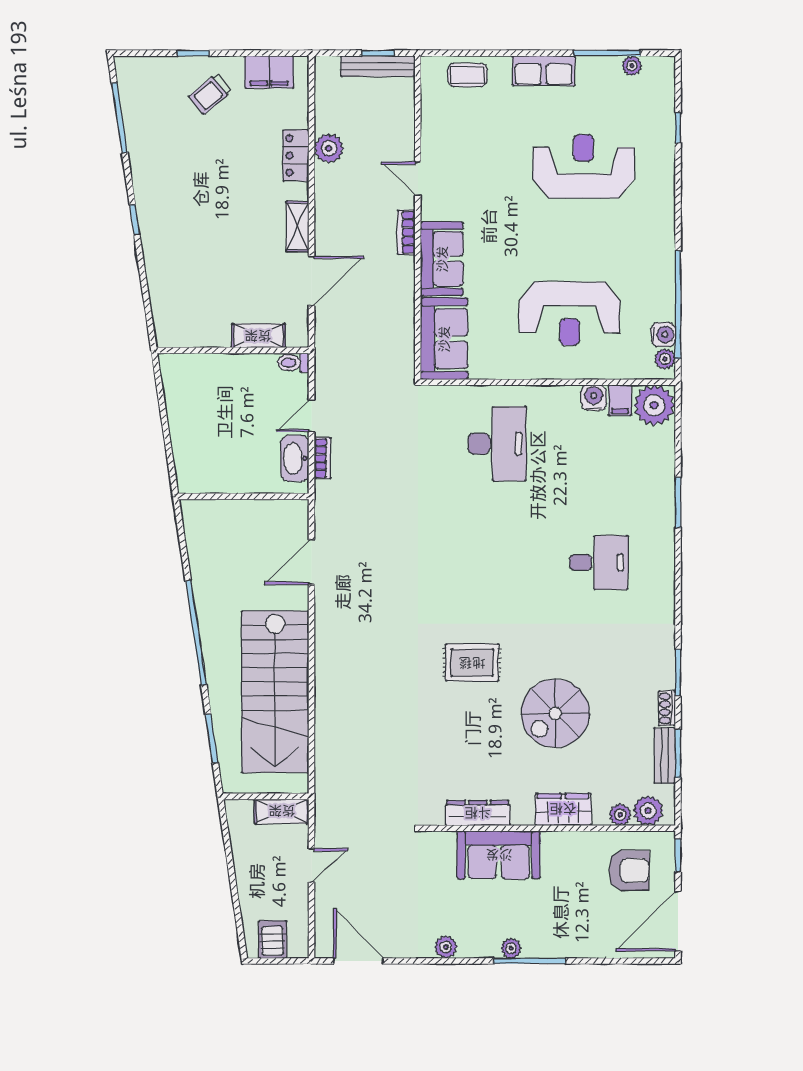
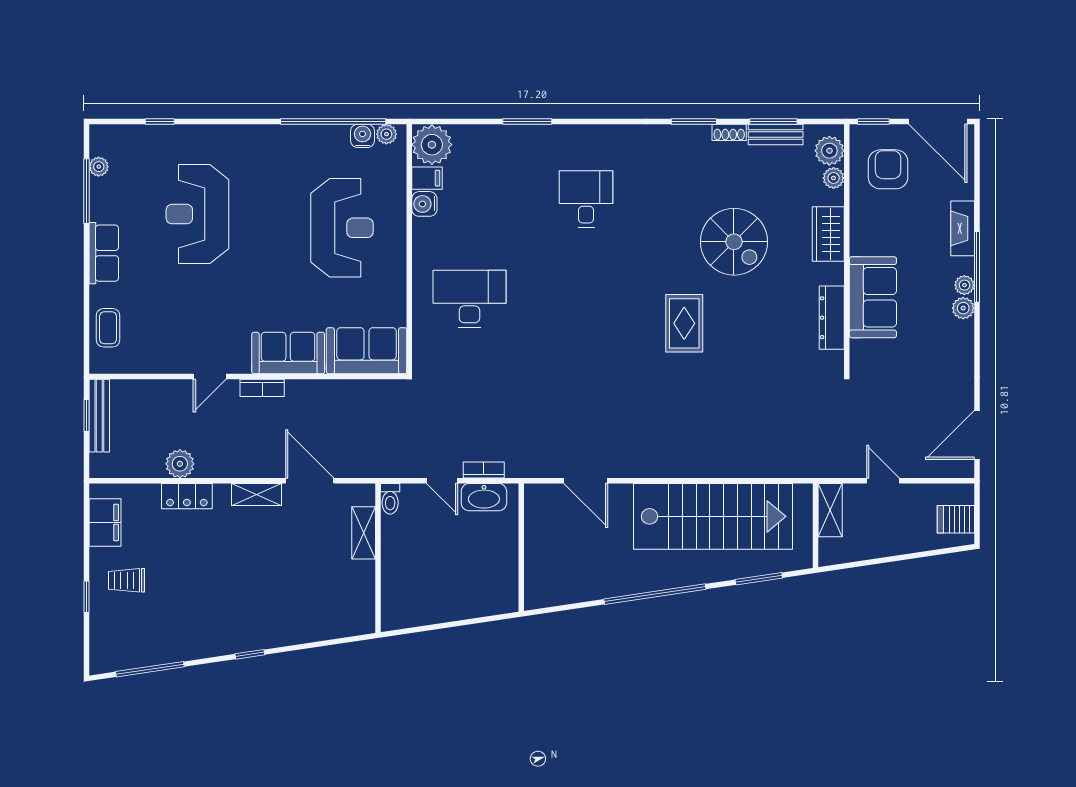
trolley: (210, 94) -> (126, 580), turned 130
fireplace: (569, 946) -> (963, 228), added
plant: (446, 947) -> (963, 308), moved

